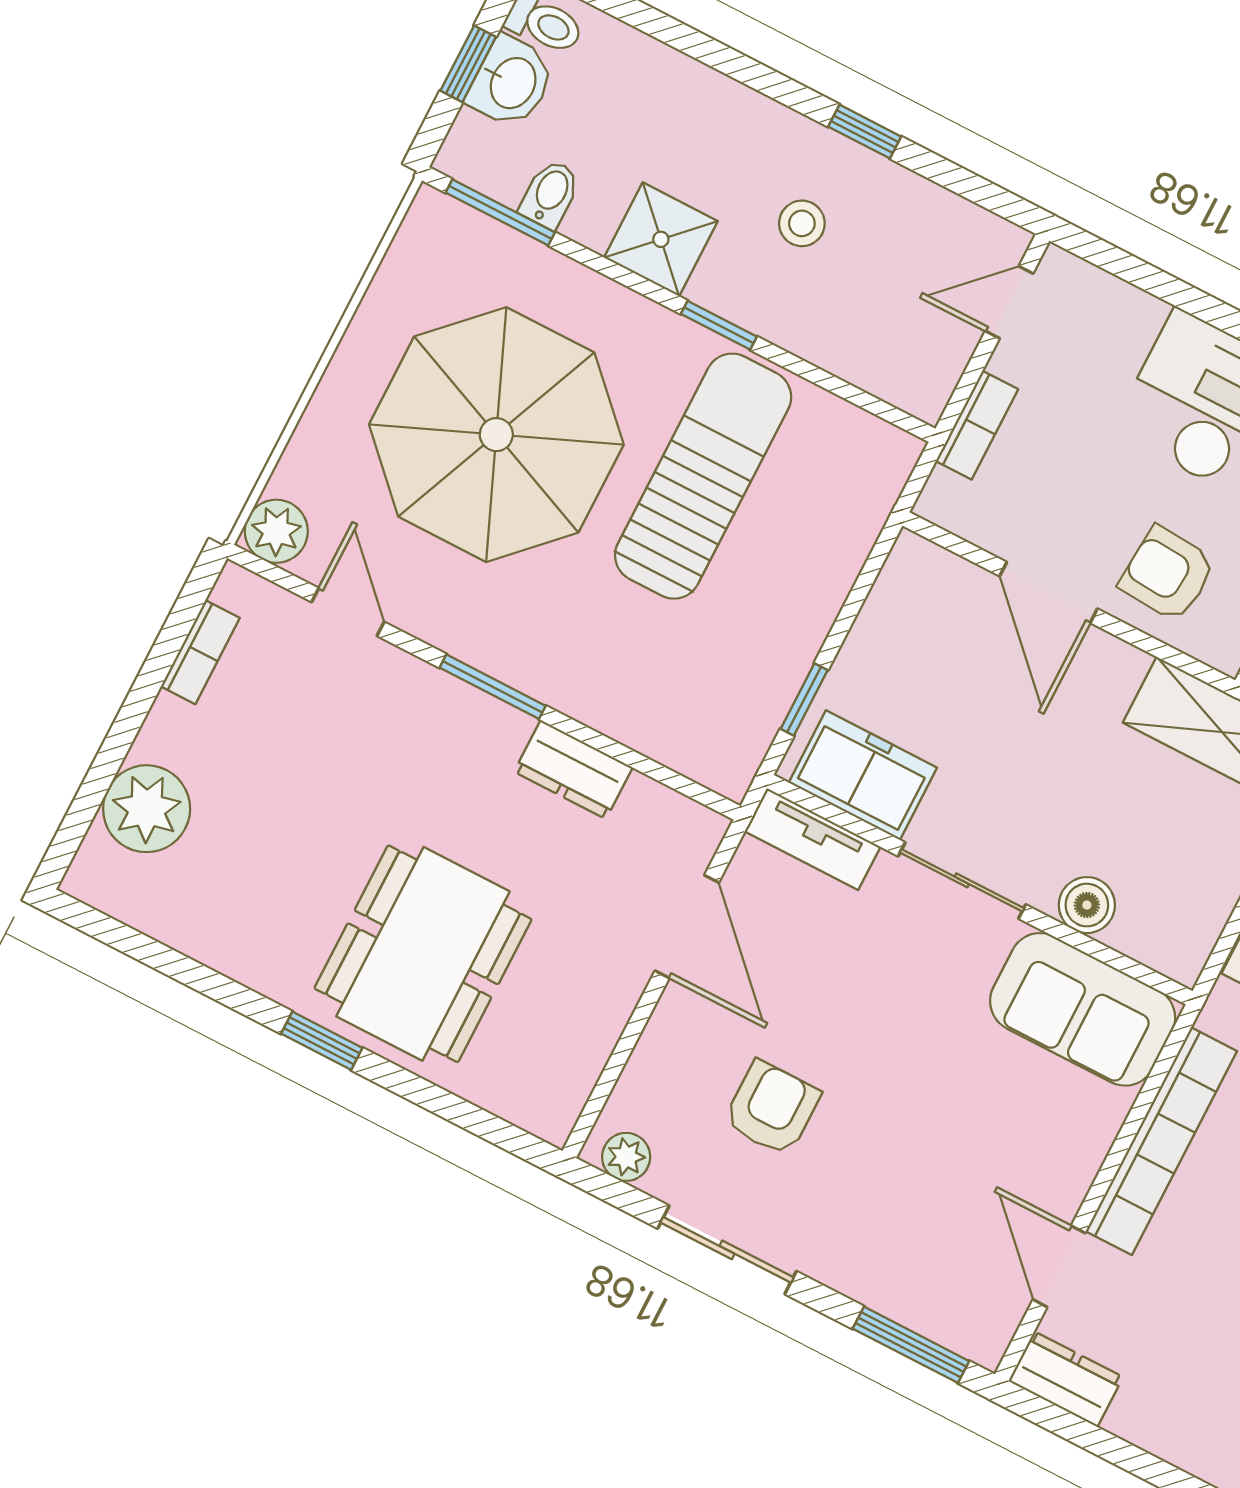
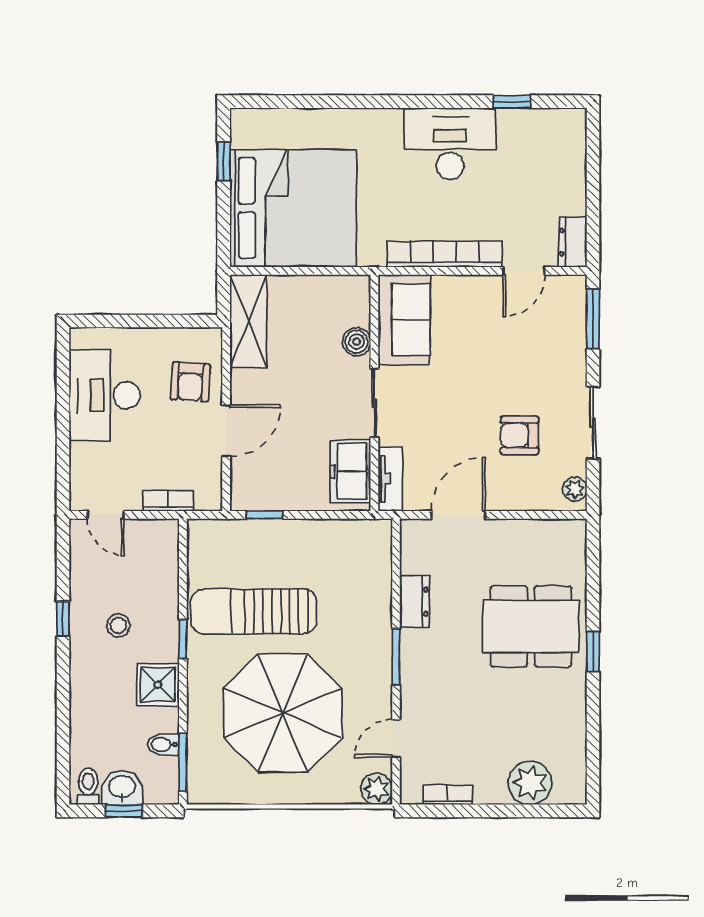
window: (804, 699) -> (265, 515), moved

